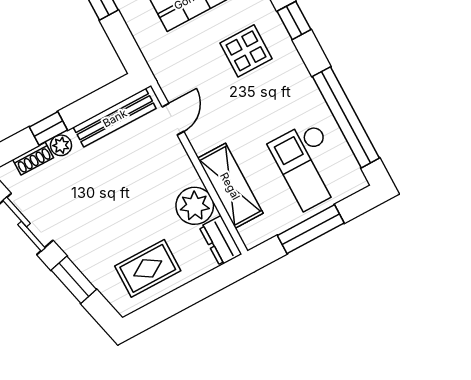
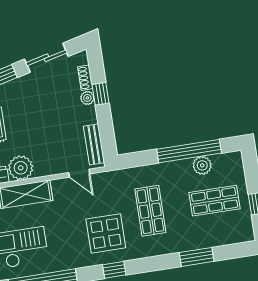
display table: (246, 51) -> (106, 233), width x1.36, depth x1.36
bench: (115, 118) -> (94, 144), width x0.73

